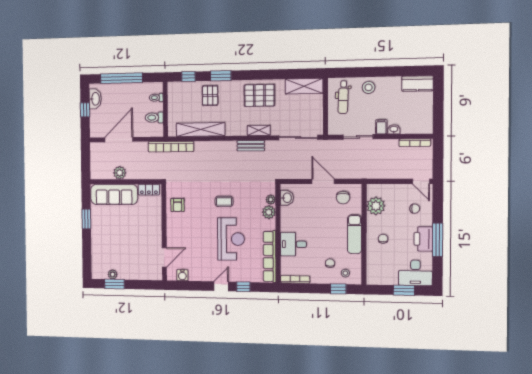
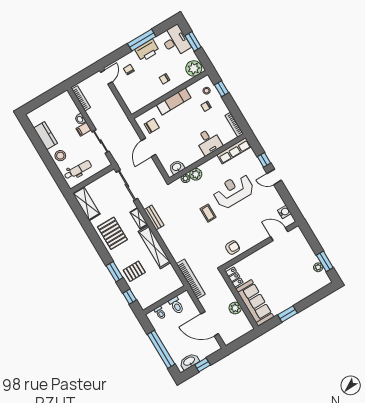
kitchen counter: (418, 84) -> (46, 136), moved
shelving: (201, 129) -> (154, 247), moved
plant: (376, 206) -> (194, 68), moved
row of seats: (270, 257) -> (234, 151), width x0.73

